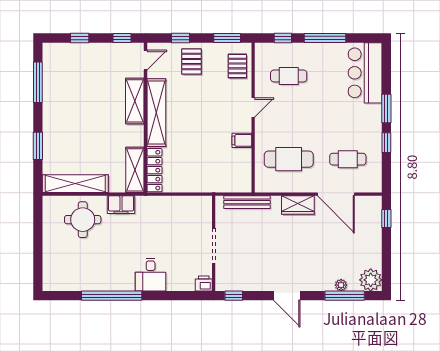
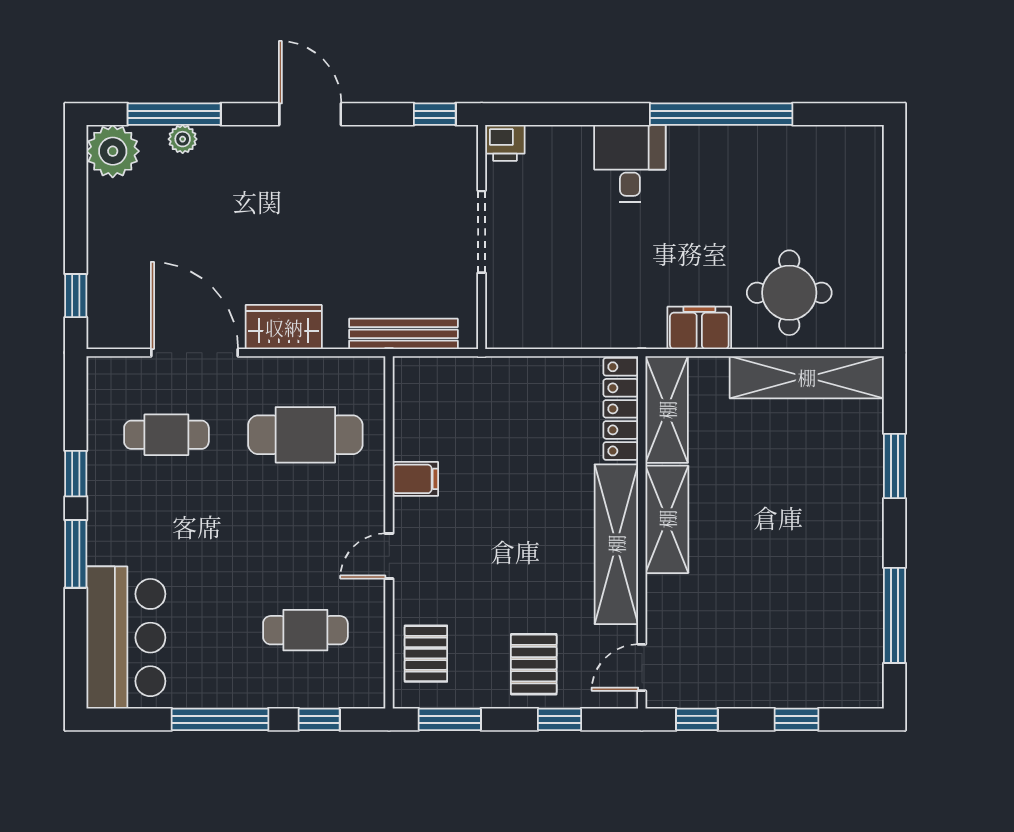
shelving: (135, 101) -> (667, 519), moved

